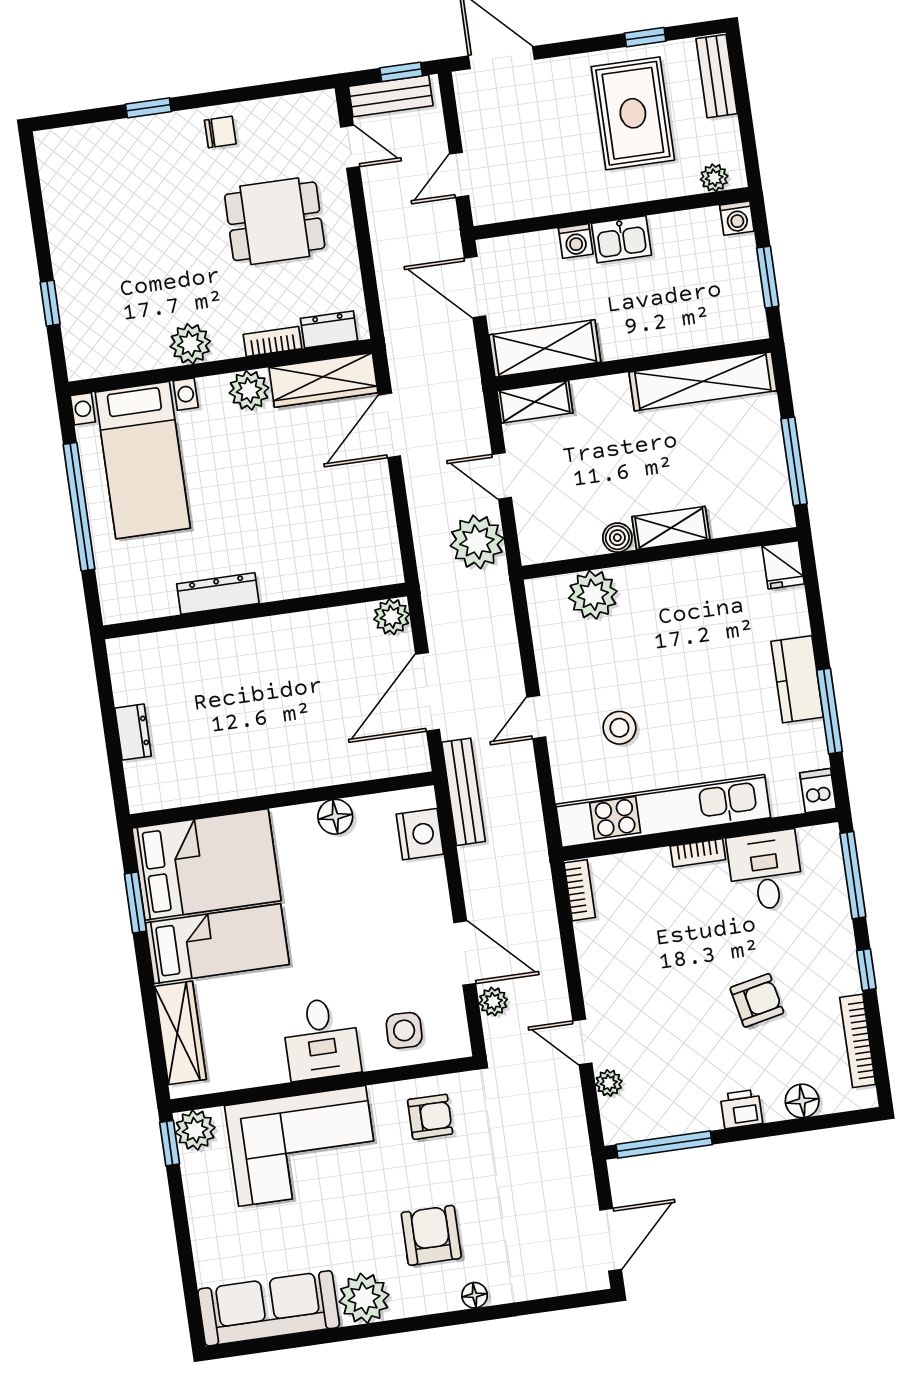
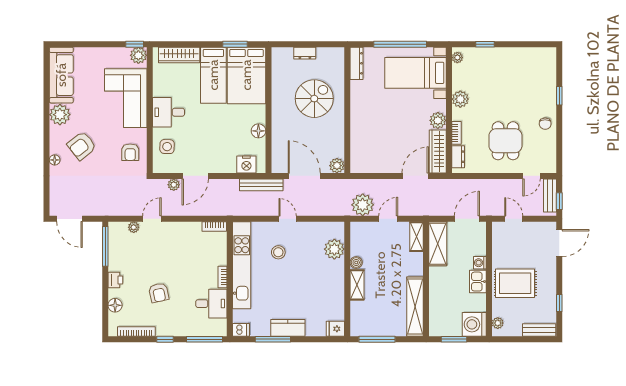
rug: (633, 113) -> (515, 283), moved
washing machine: (737, 218) -> (474, 324), width x1.89, depth x1.89
plant: (92, 365) -> (457, 58), added
door: (390, 425) -> (415, 176), hinge flipped
dresser: (218, 594) -> (357, 63), moved
spiral stairs: (239, 694) -> (314, 99), added
armchair: (431, 1235) -> (82, 146), turned 142

